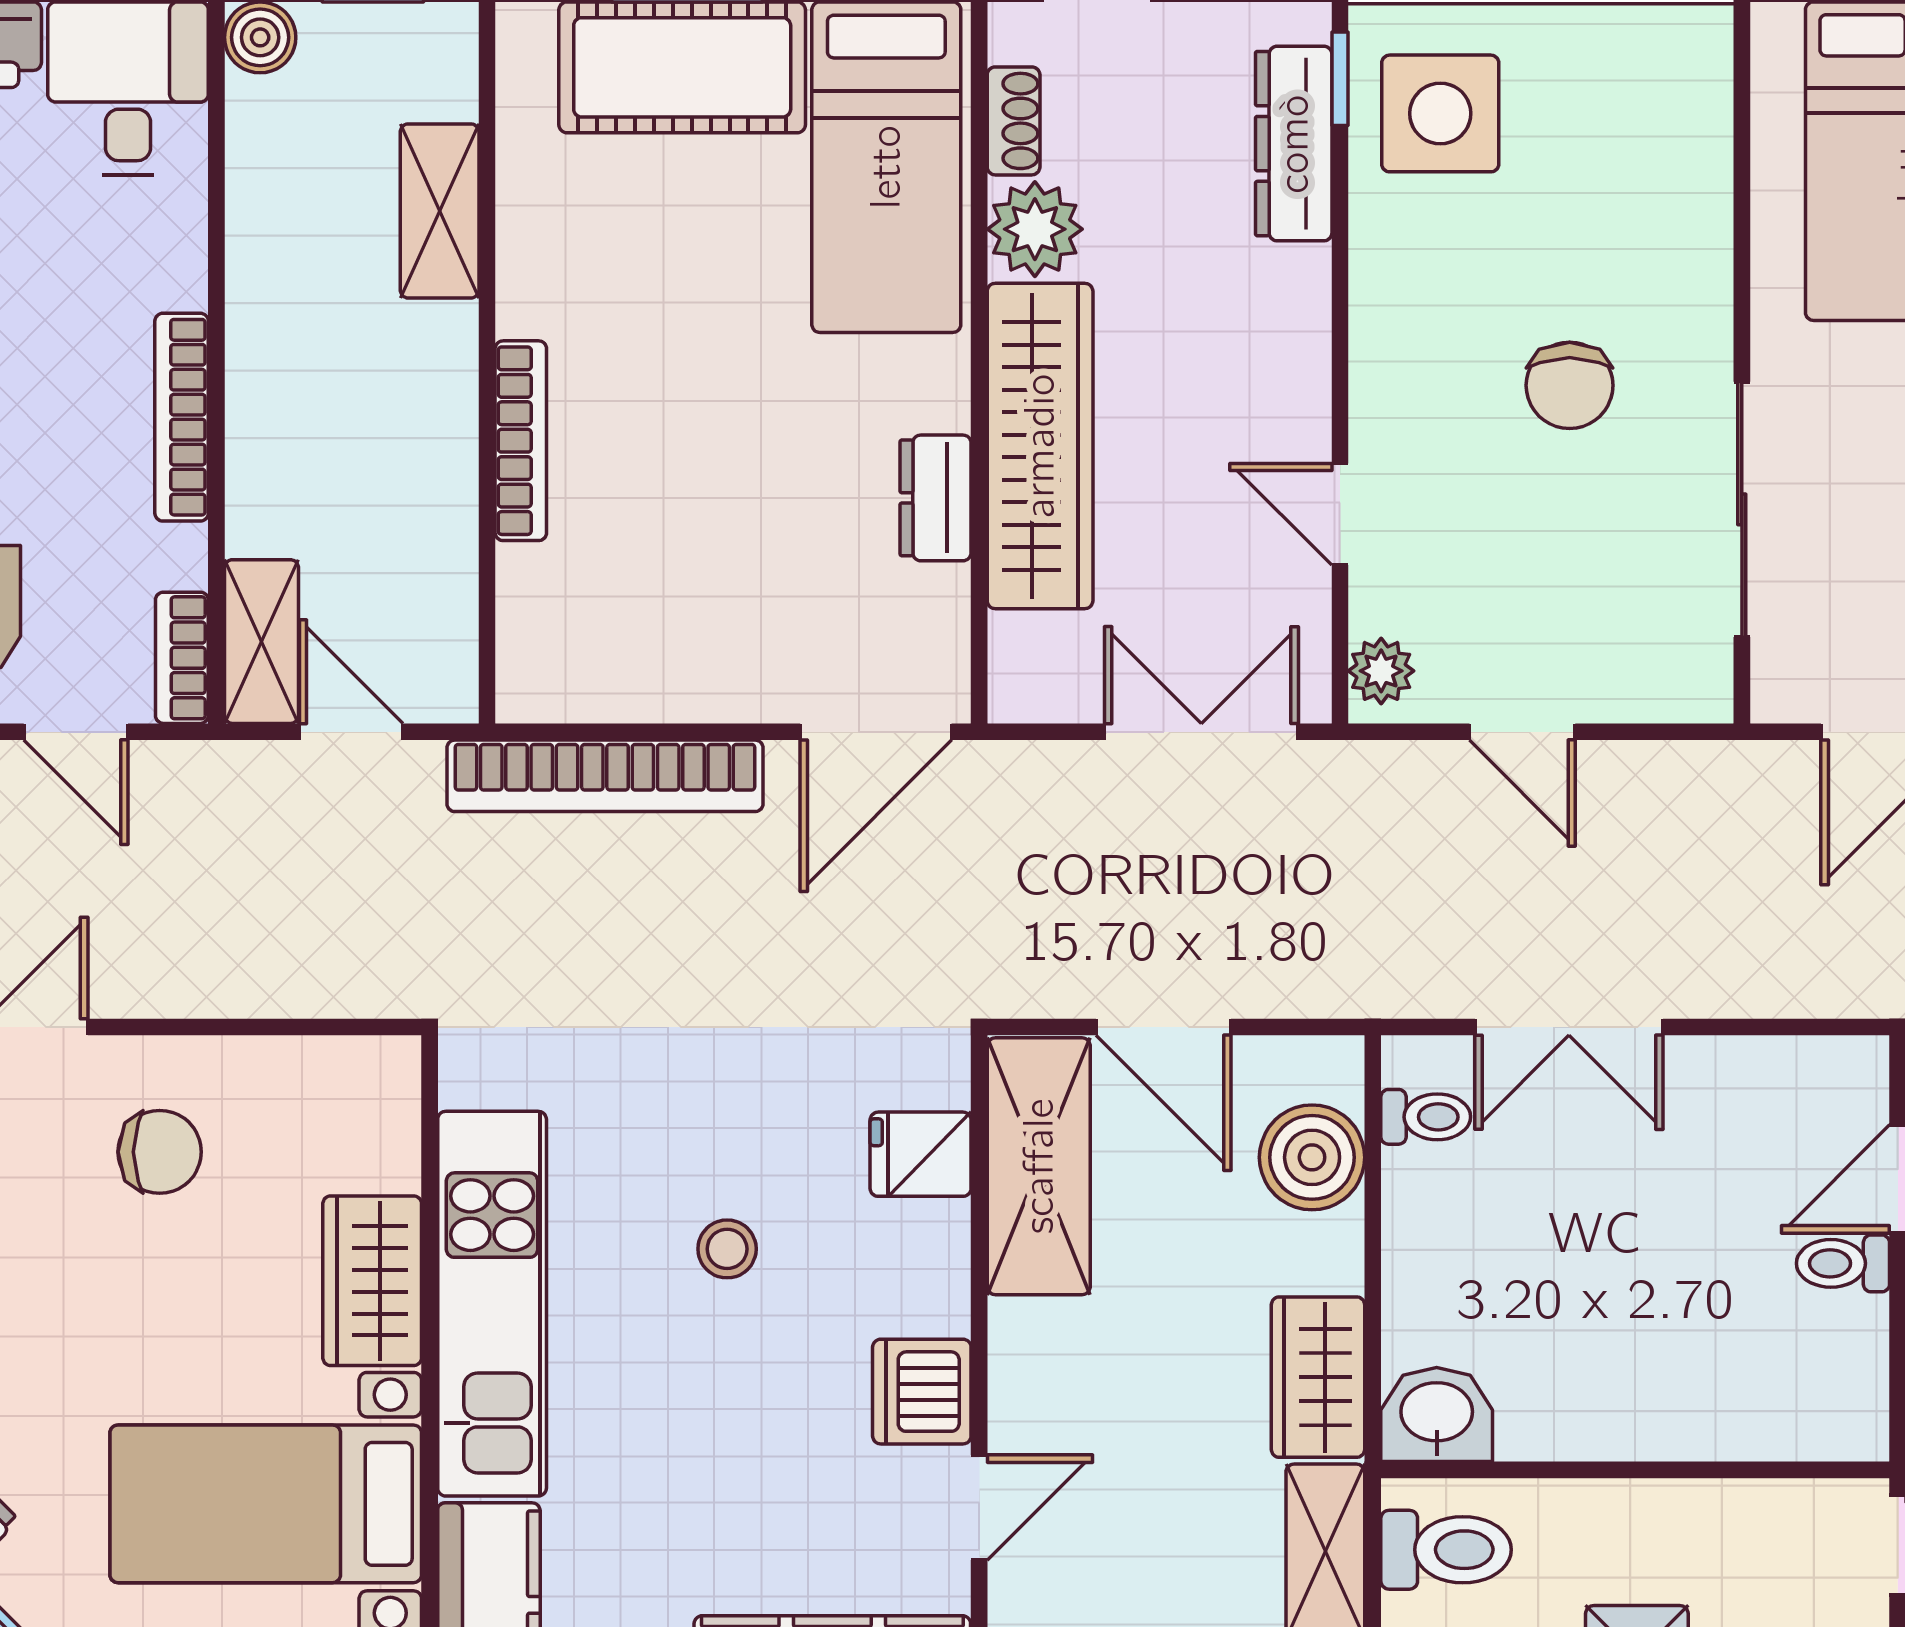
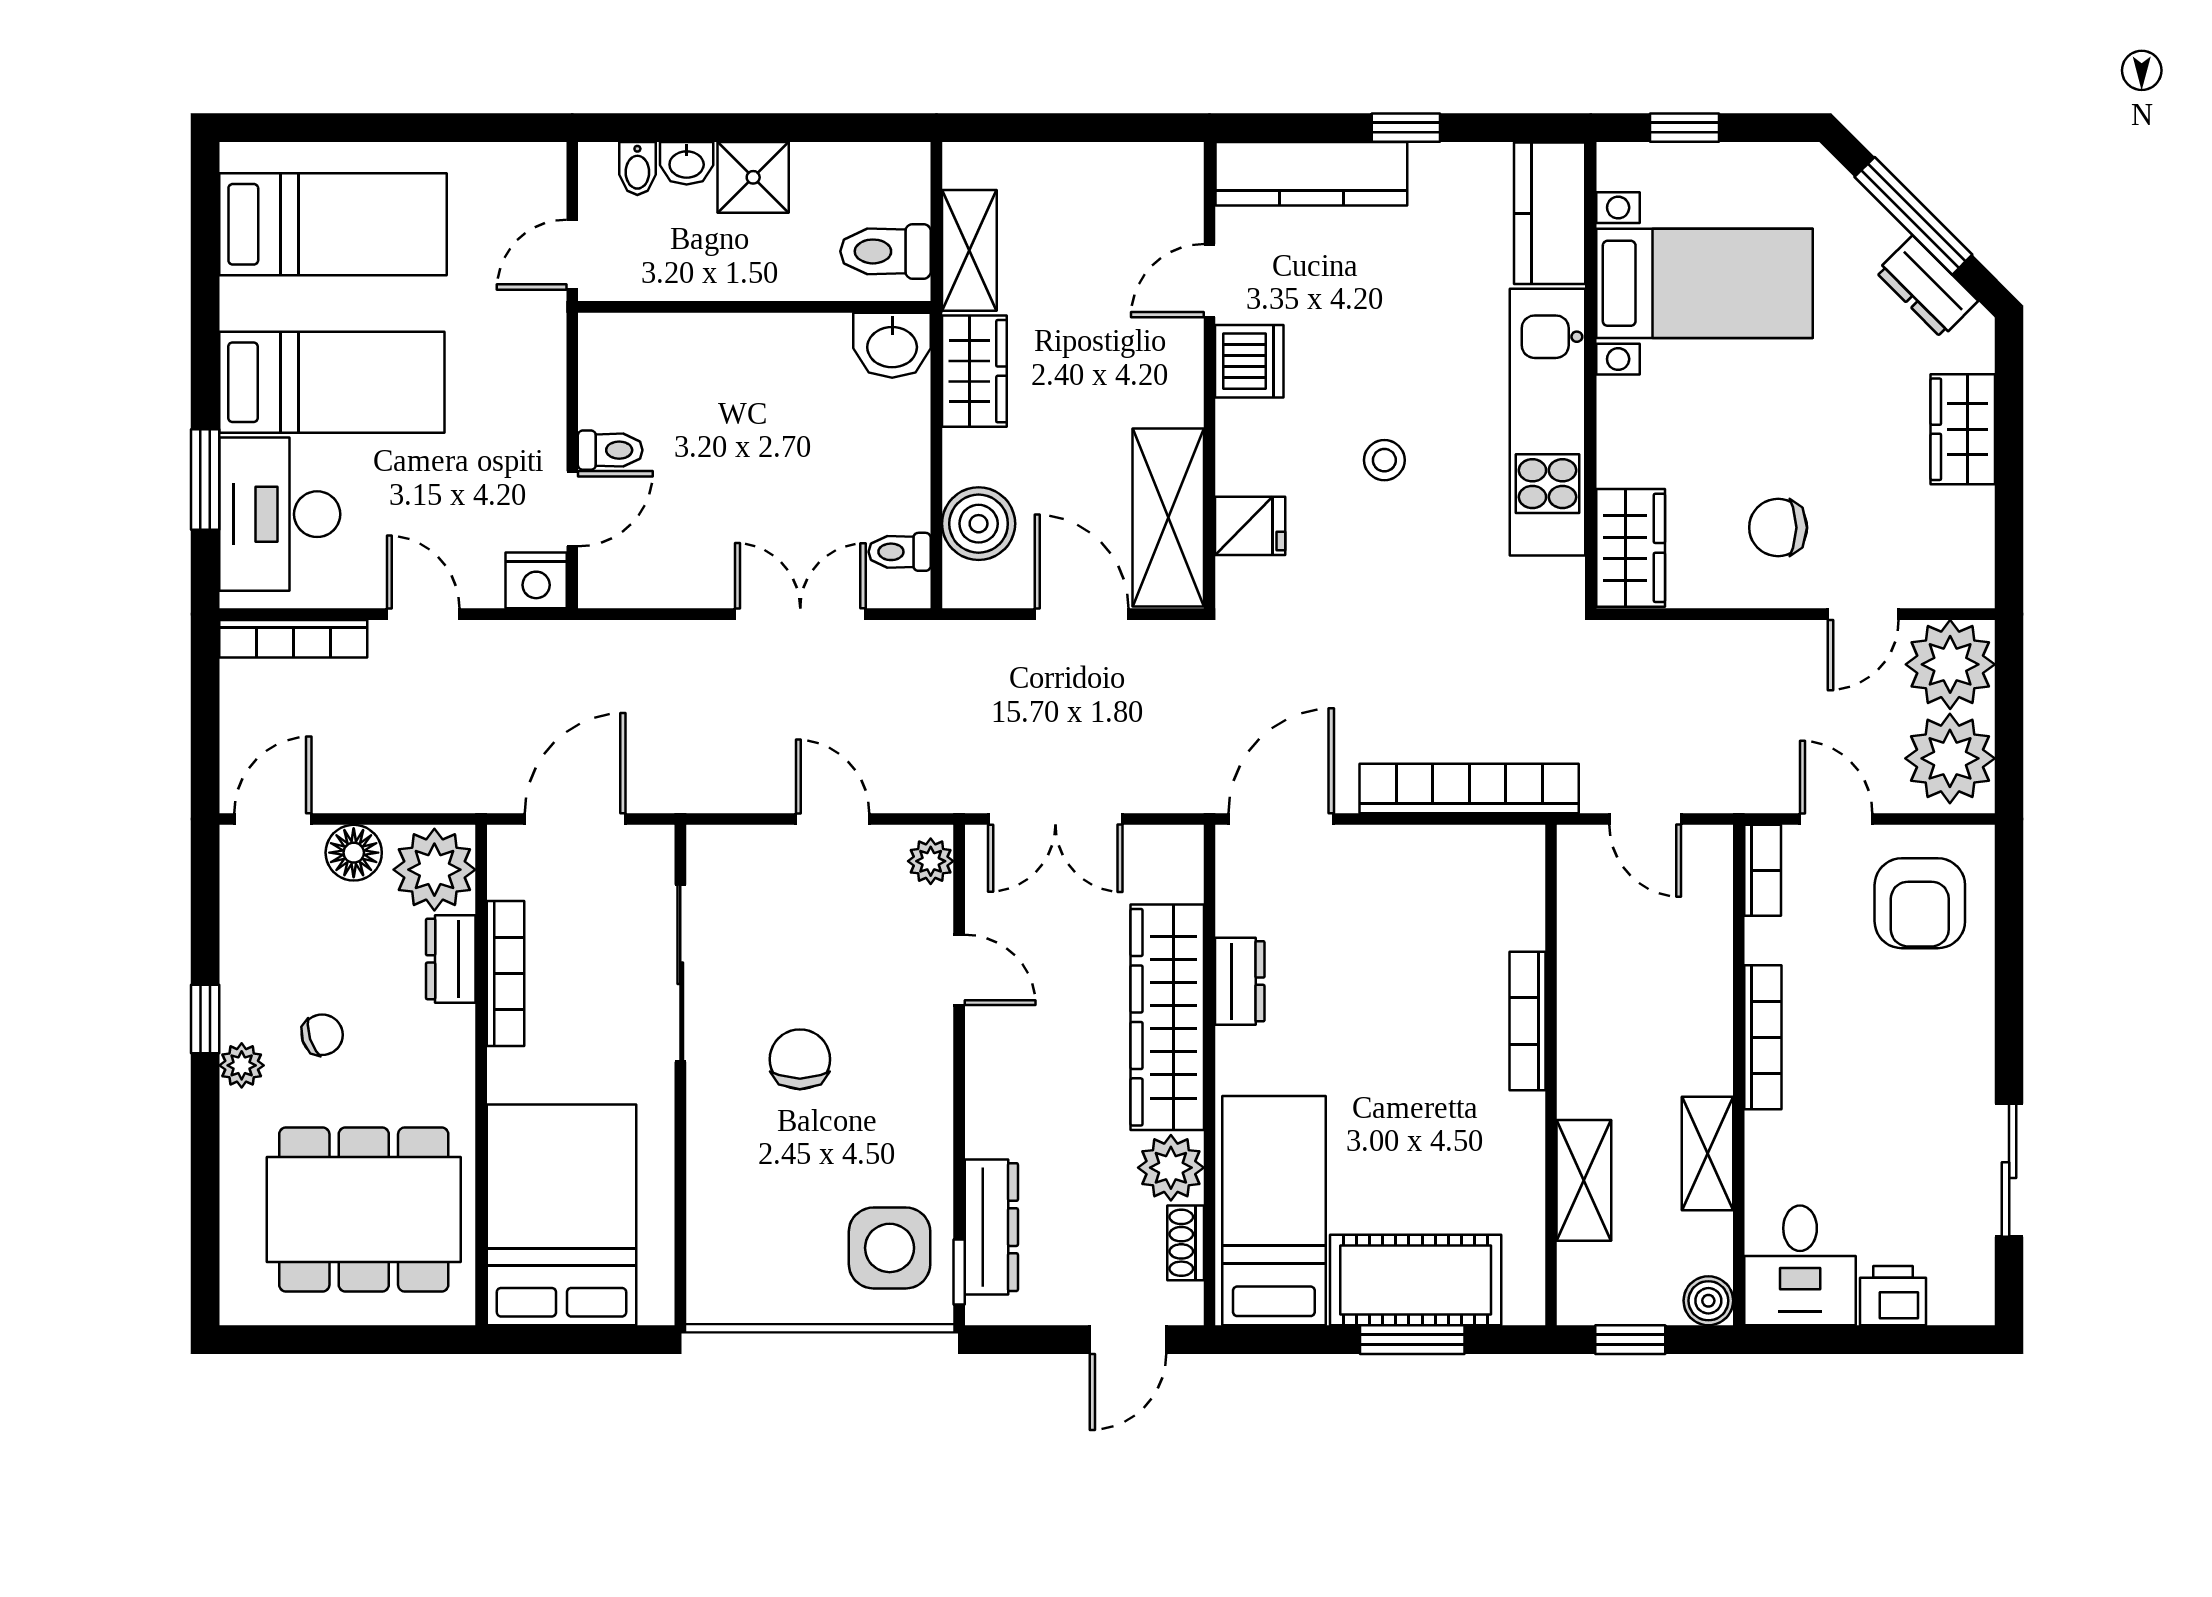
shelving: (261, 642) -> (1707, 1154), moved
wardrobe: (372, 1281) -> (1631, 548), moved

